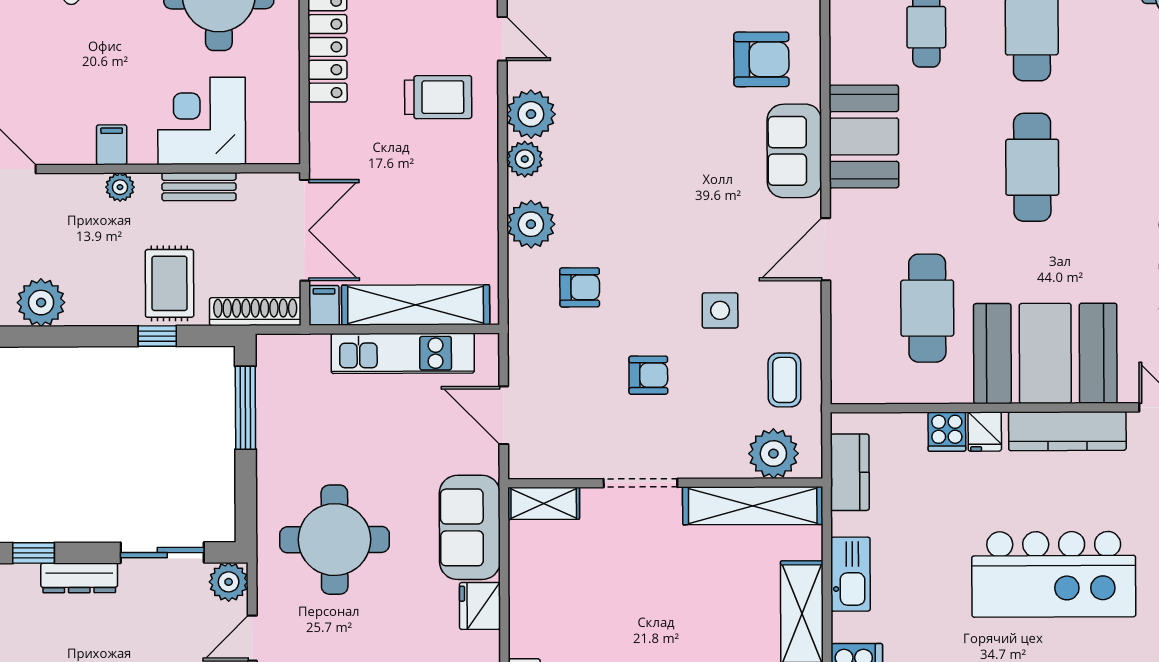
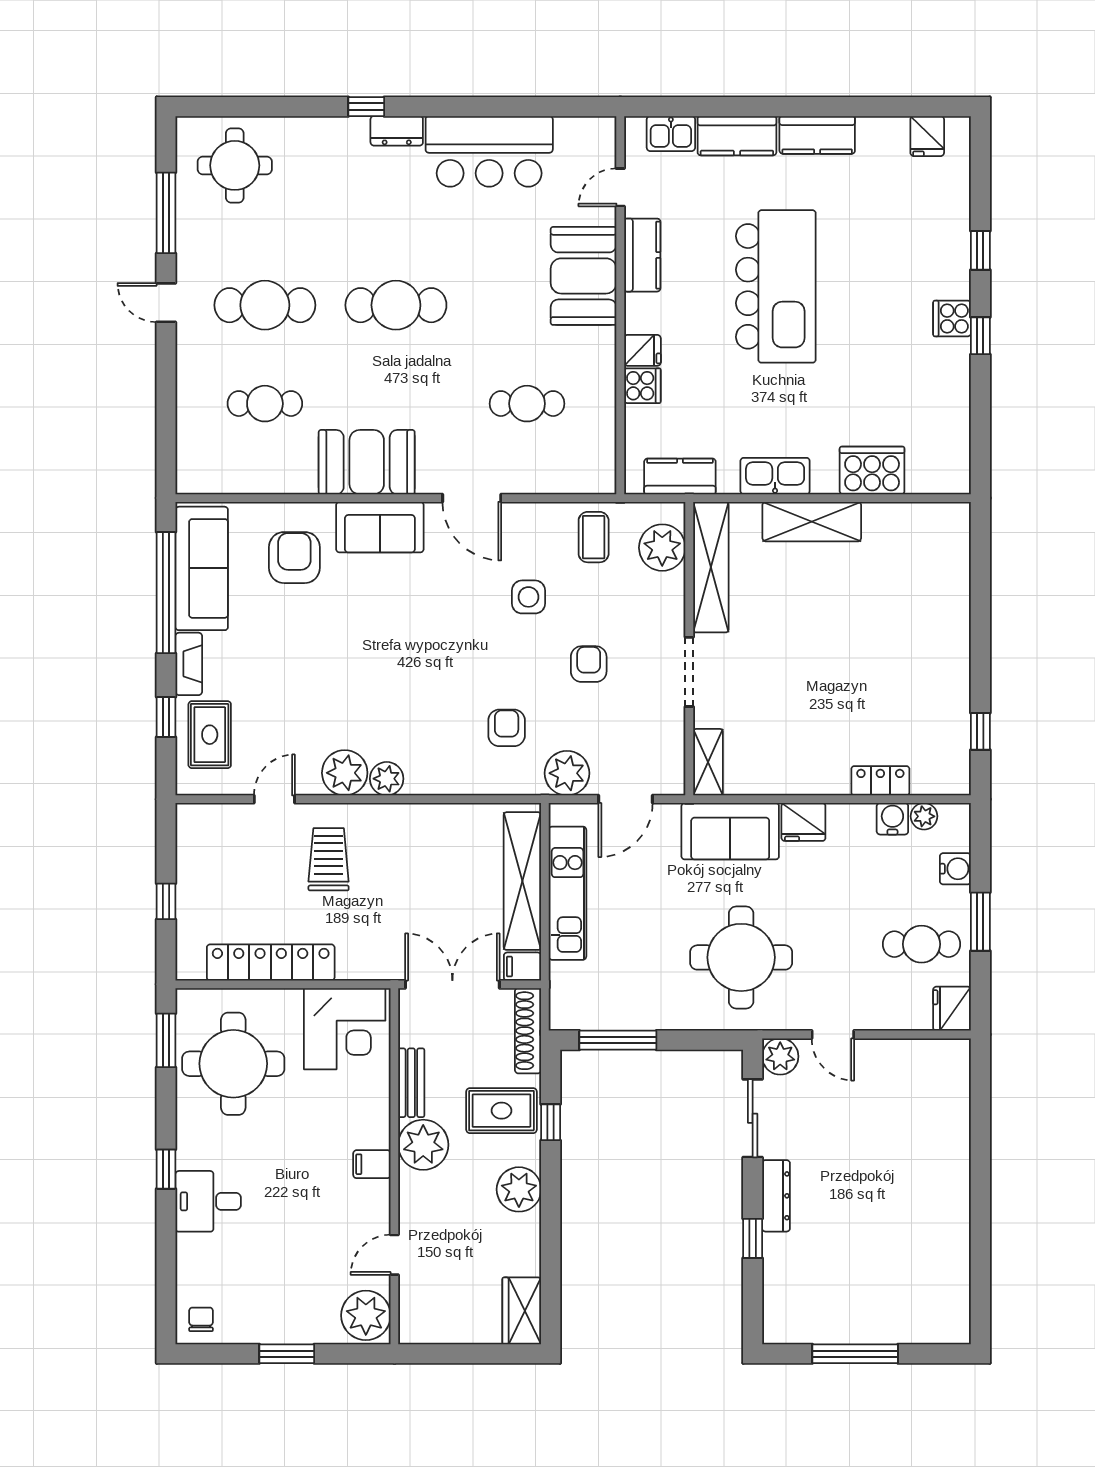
corner desk: (202, 121) -> (345, 1029), moved, turned -90
plant: (120, 187) -> (423, 1145), width x1.87, depth x1.87
plant: (531, 224) -> (567, 773), moved
plant: (41, 303) -> (519, 1189), moved
cafe table: (927, 308) -> (527, 404), width x0.73, depth x0.74
booth: (1045, 353) -> (584, 276), width x0.73, depth x0.70
coffee table: (784, 380) -> (594, 537), turned 90
kitchen counter: (1067, 431) -> (642, 255), width x0.67

